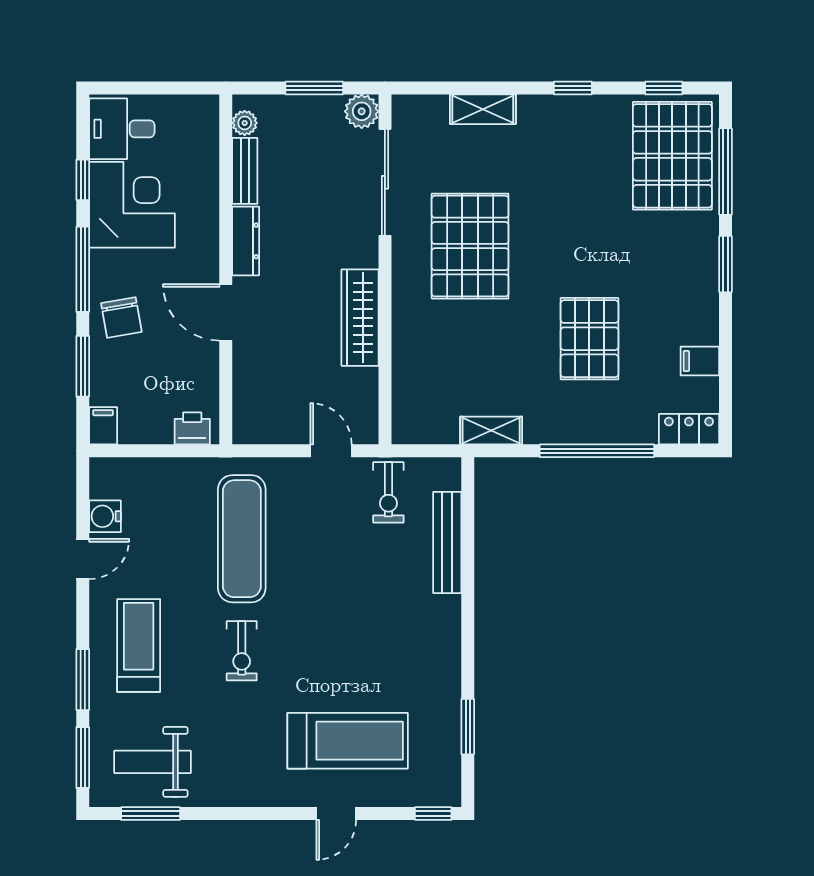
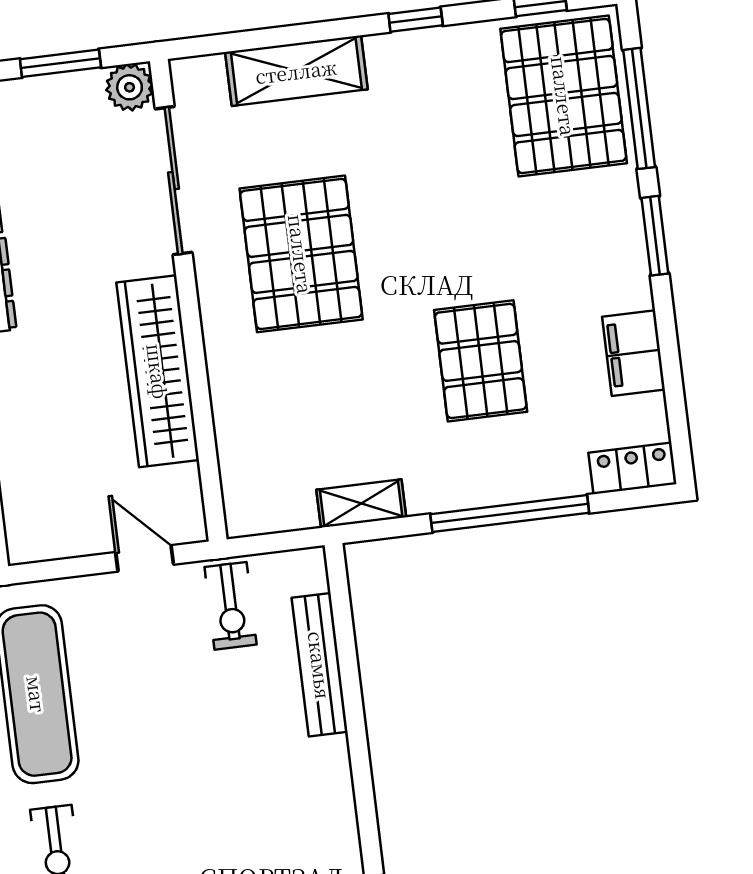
shelving: (483, 109) -> (296, 71), width x1.50, depth x1.33
wardrobe: (360, 318) -> (158, 371), width x1.40, depth x1.17
filing cabinet: (700, 361) -> (633, 353), width x2.00

